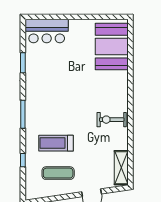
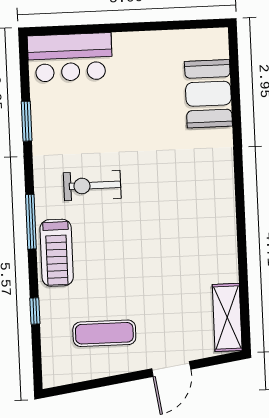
booth: (112, 47) -> (208, 94), width x0.73, depth x0.70
exercise bike: (112, 120) -> (92, 186), moved
treadmill: (56, 143) -> (57, 253), moved, turned -90

